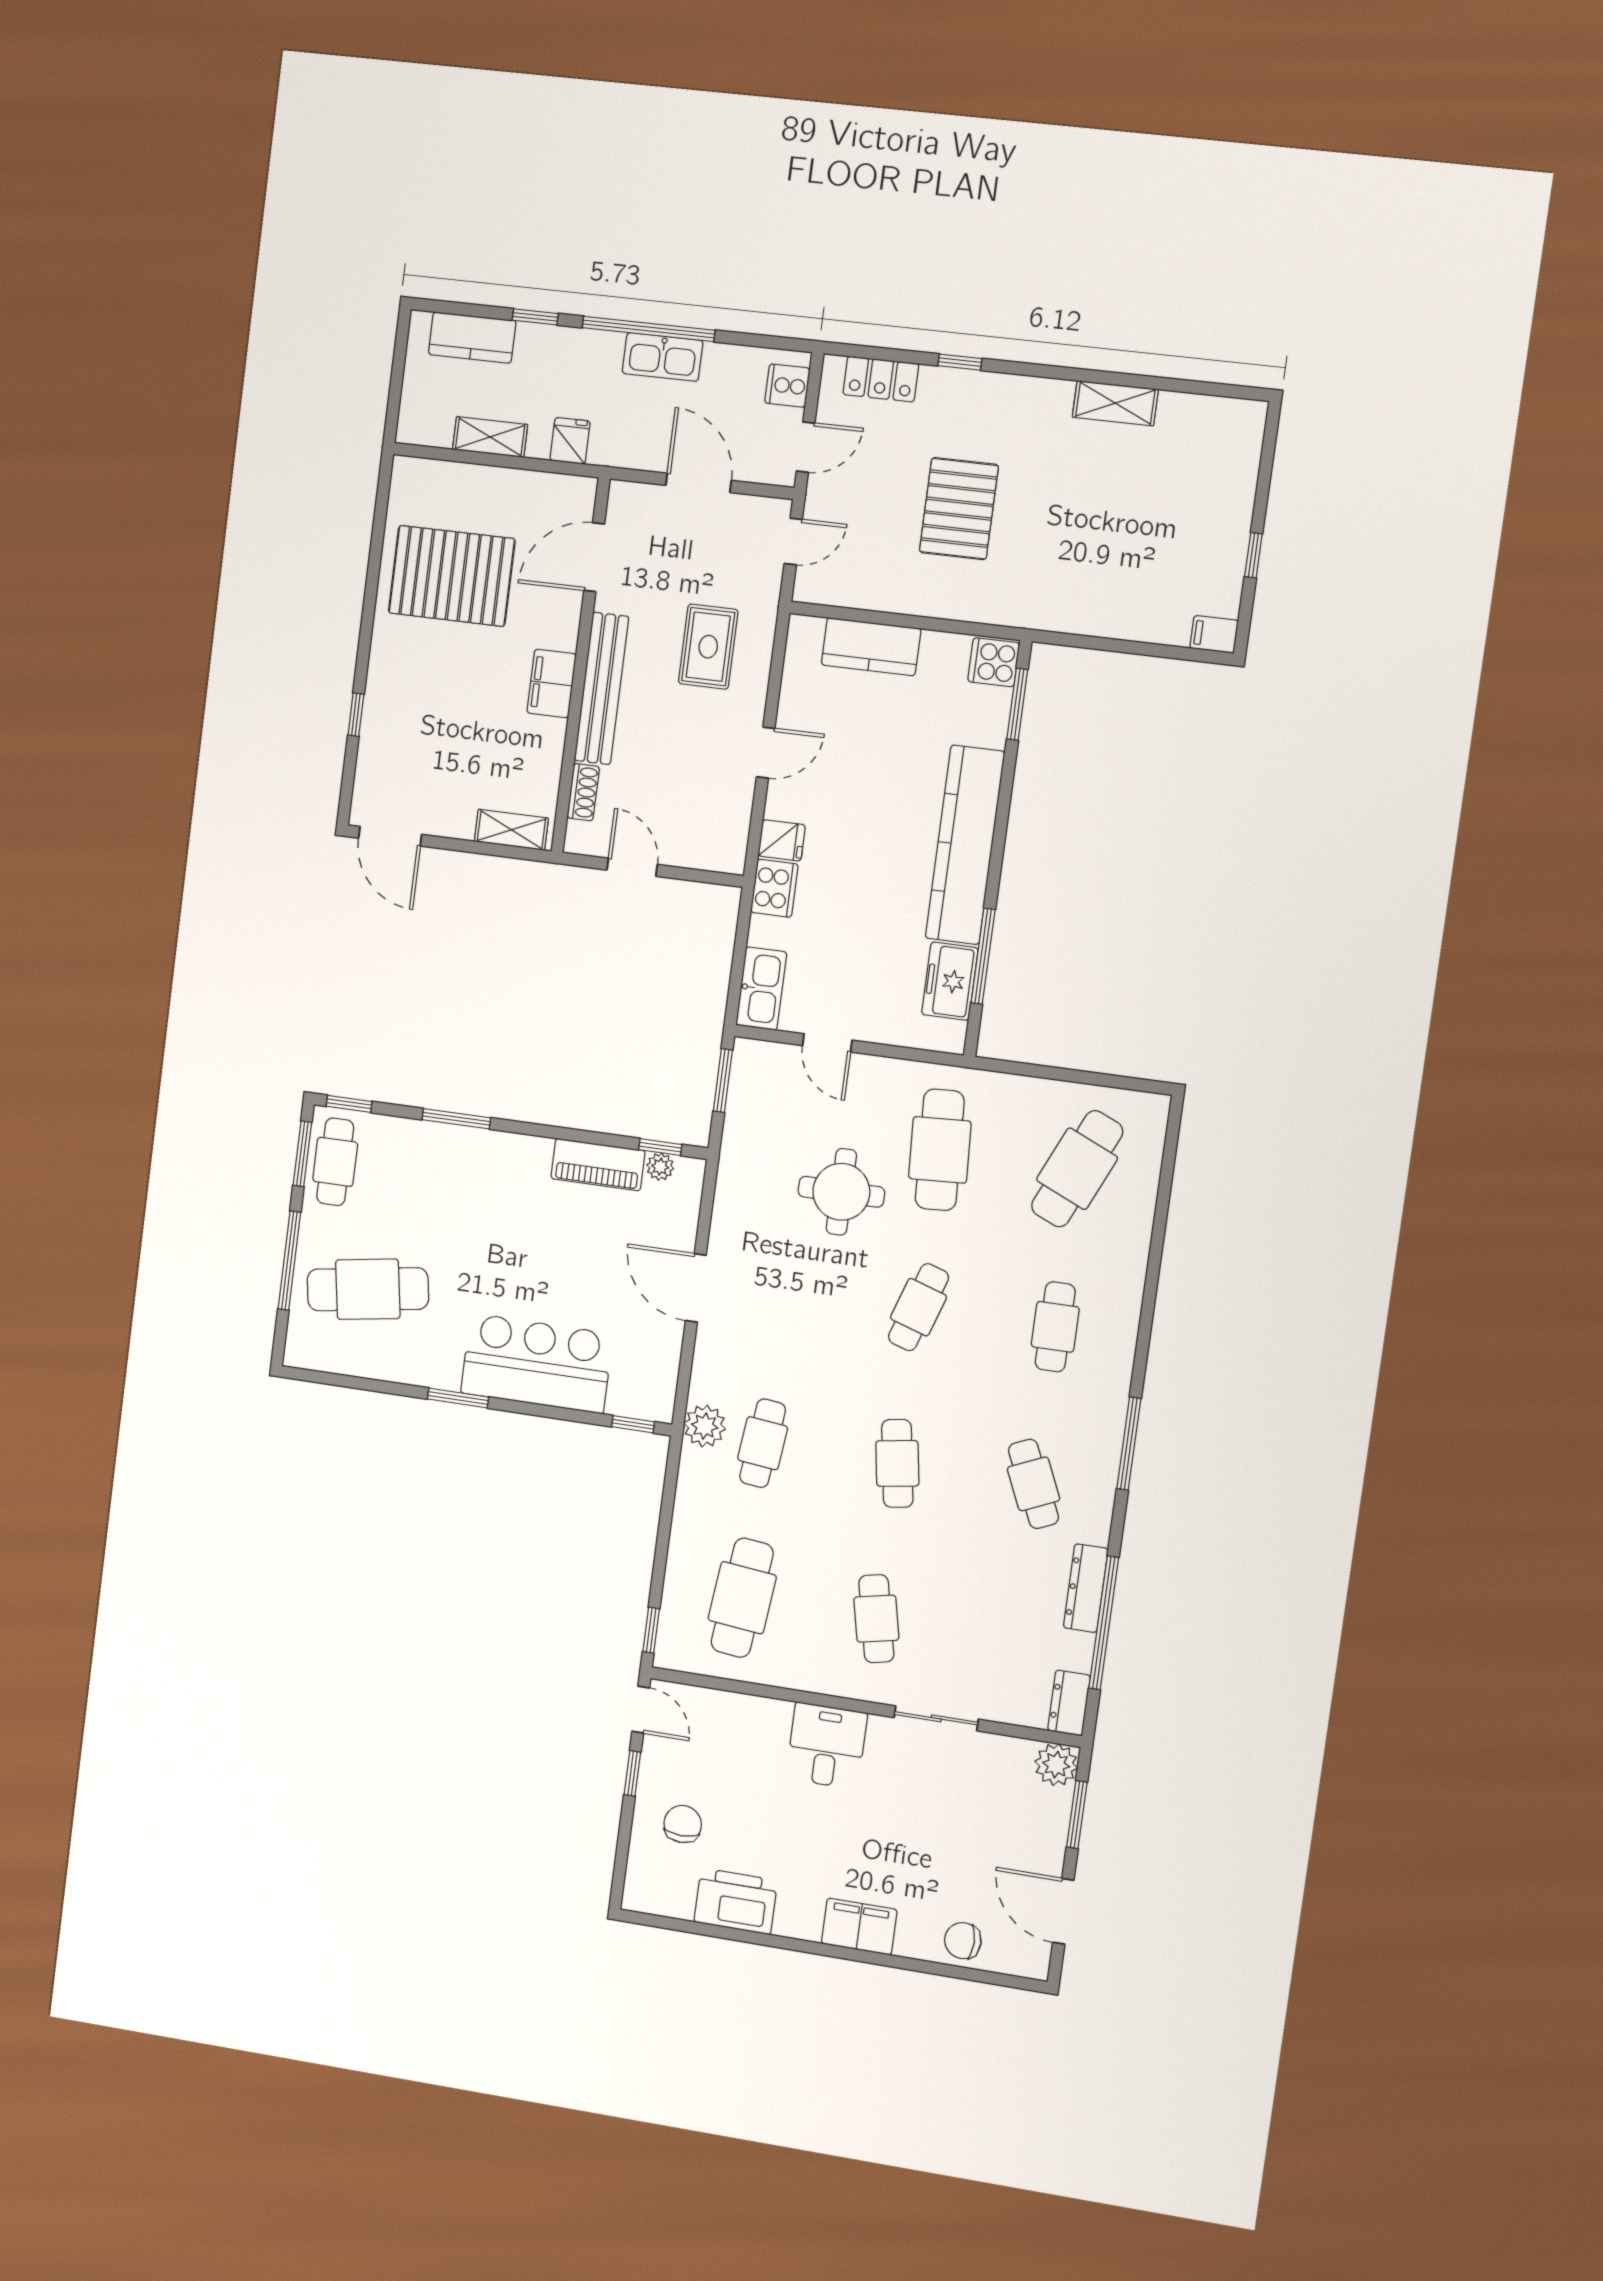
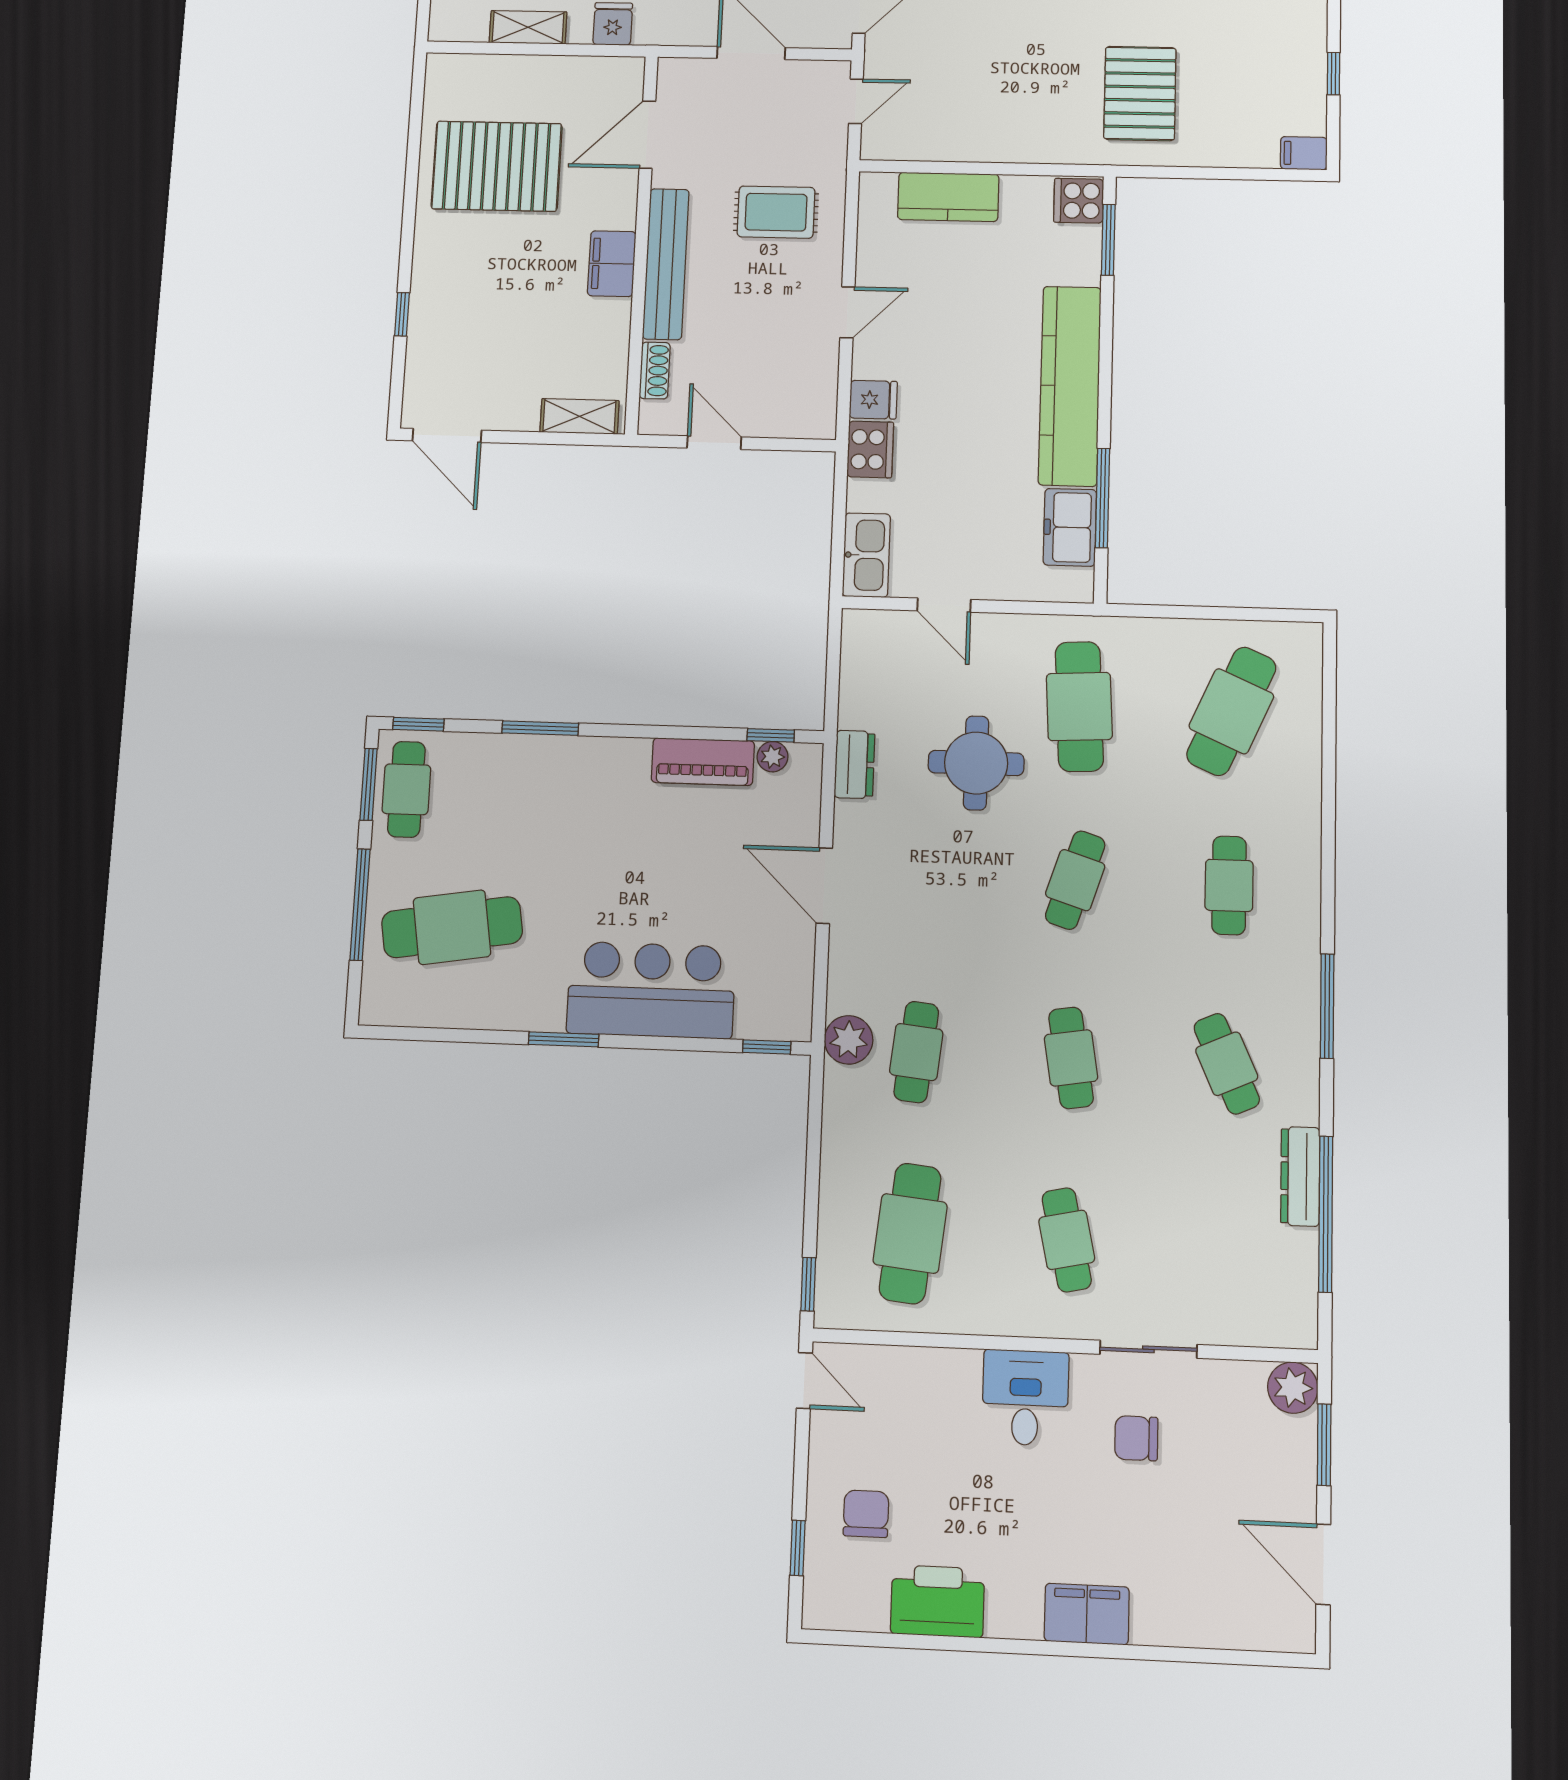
pallet: (959, 509) -> (1140, 93), moved
rug: (708, 647) -> (776, 212), turned 90
window: (723, 1081) -> (834, 657), removed
dresser: (1069, 1703) -> (855, 764), moved, turned 180
window: (632, 1773) -> (798, 1548), moved
chair: (963, 1941) -> (1136, 1438), moved

